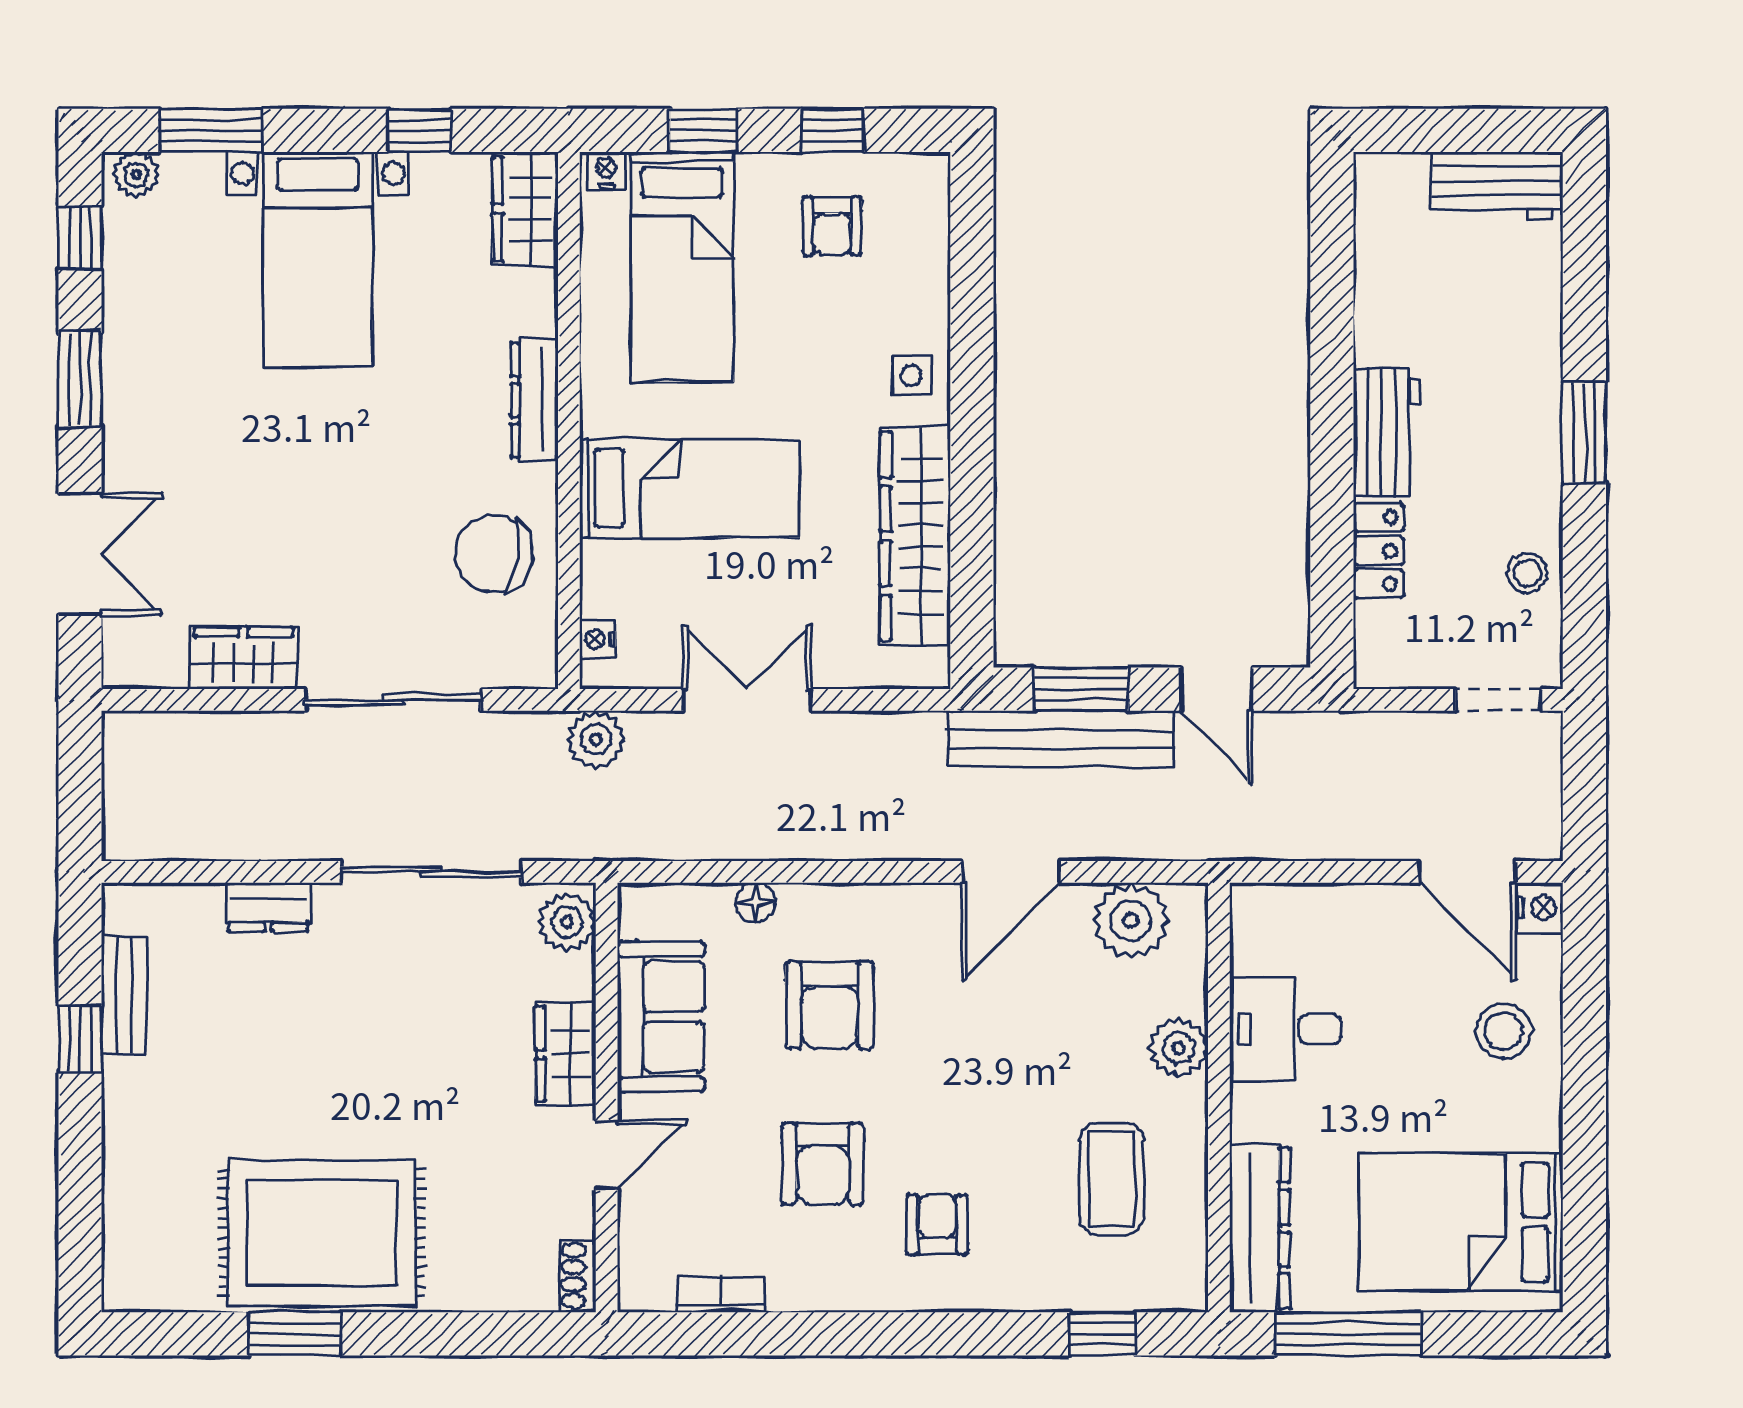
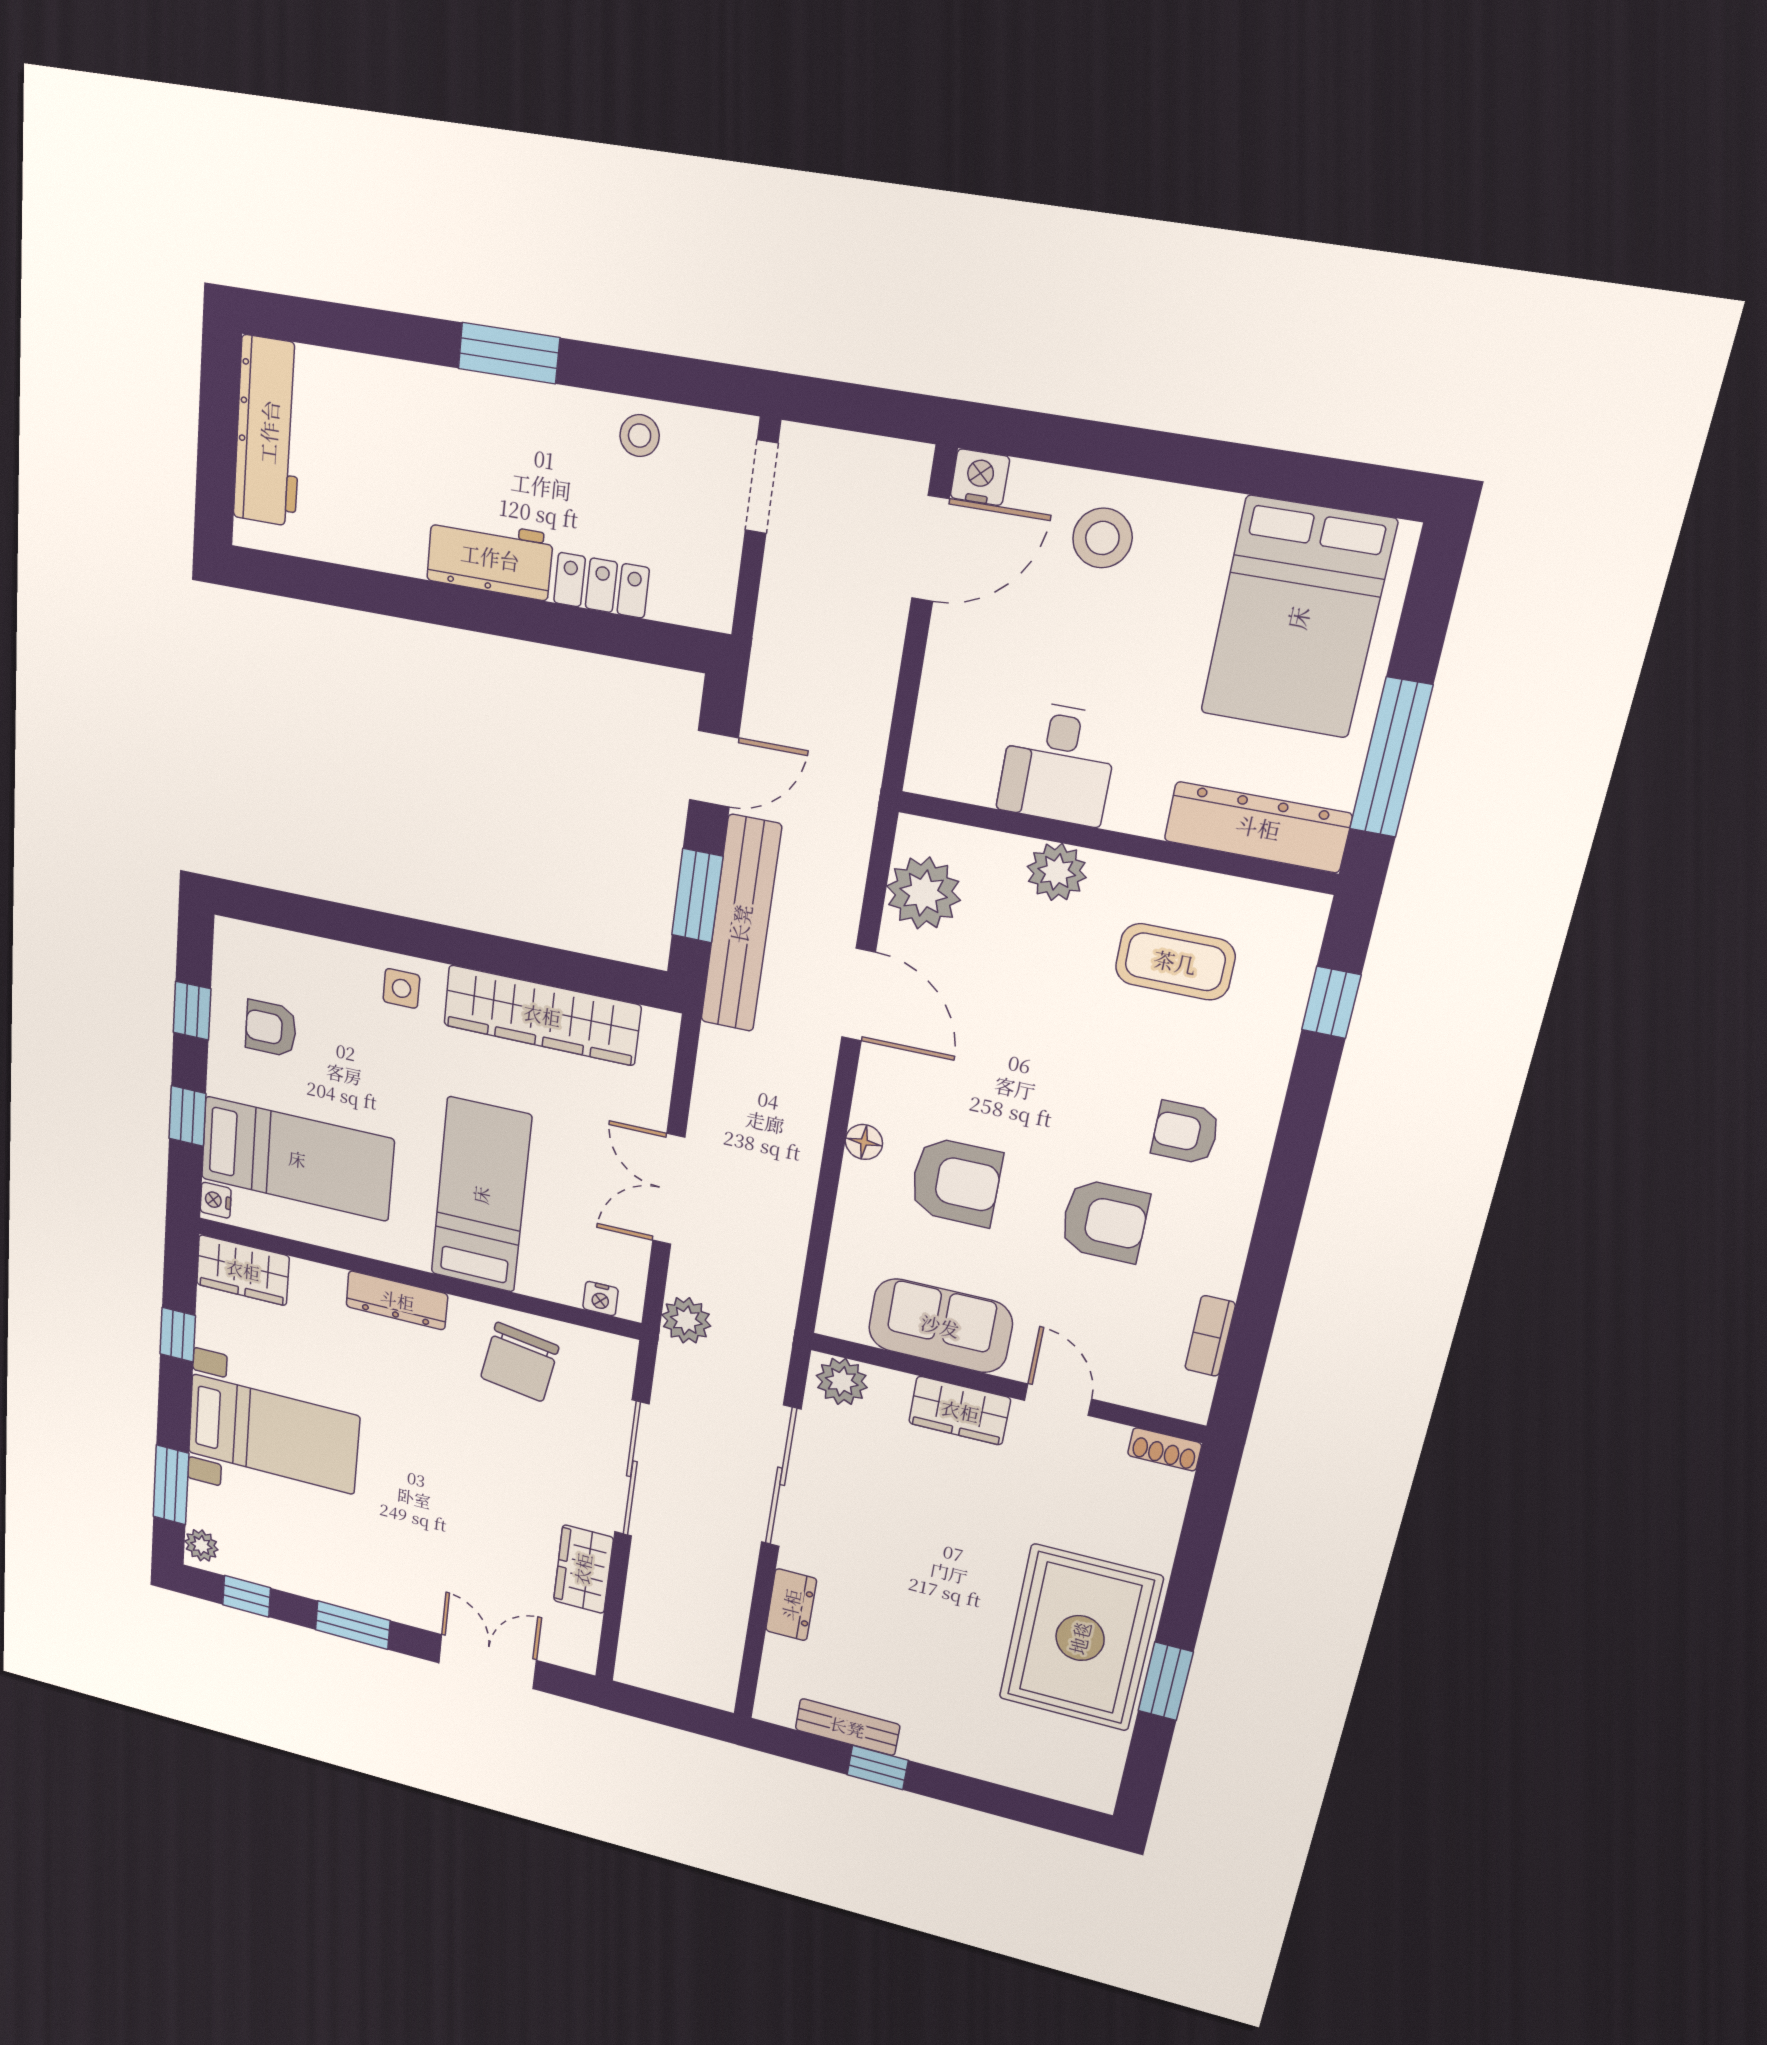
workbench: (1497, 186) -> (269, 432), width x1.37
armchair: (832, 226) -> (271, 1028), turned 180
floor lamp: (755, 902) -> (864, 1142), moved

